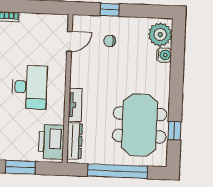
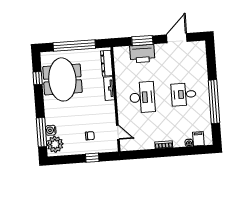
door: (69, 41) -> (118, 132), swing flipped
window: (178, 54) -> (41, 132), added
desk: (29, 87) -> (142, 97), turned 180
printer: (51, 142) -> (142, 54), moved, turned 90

